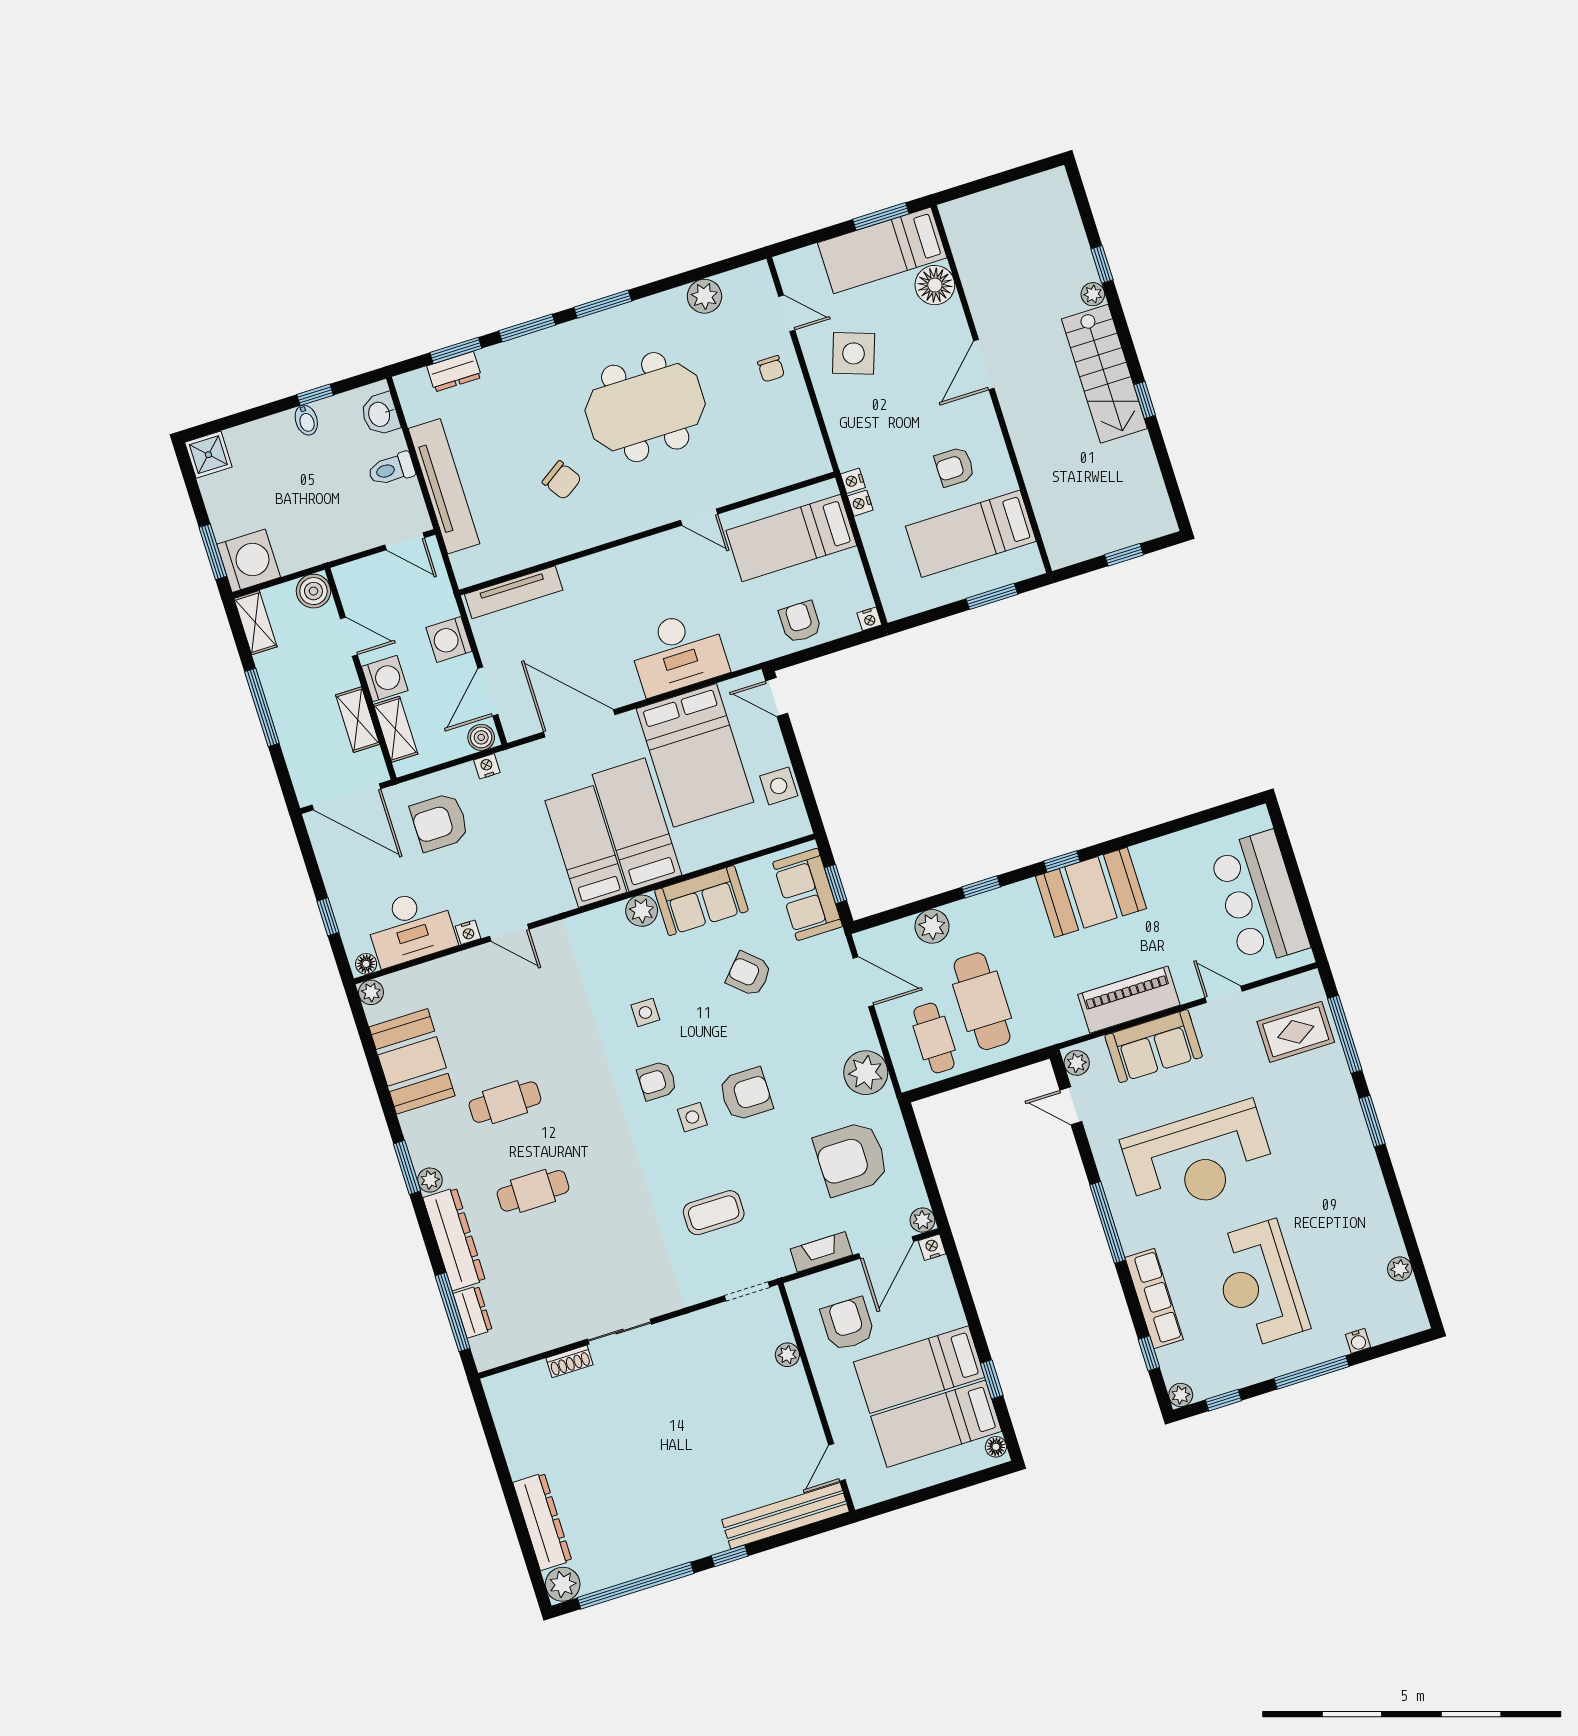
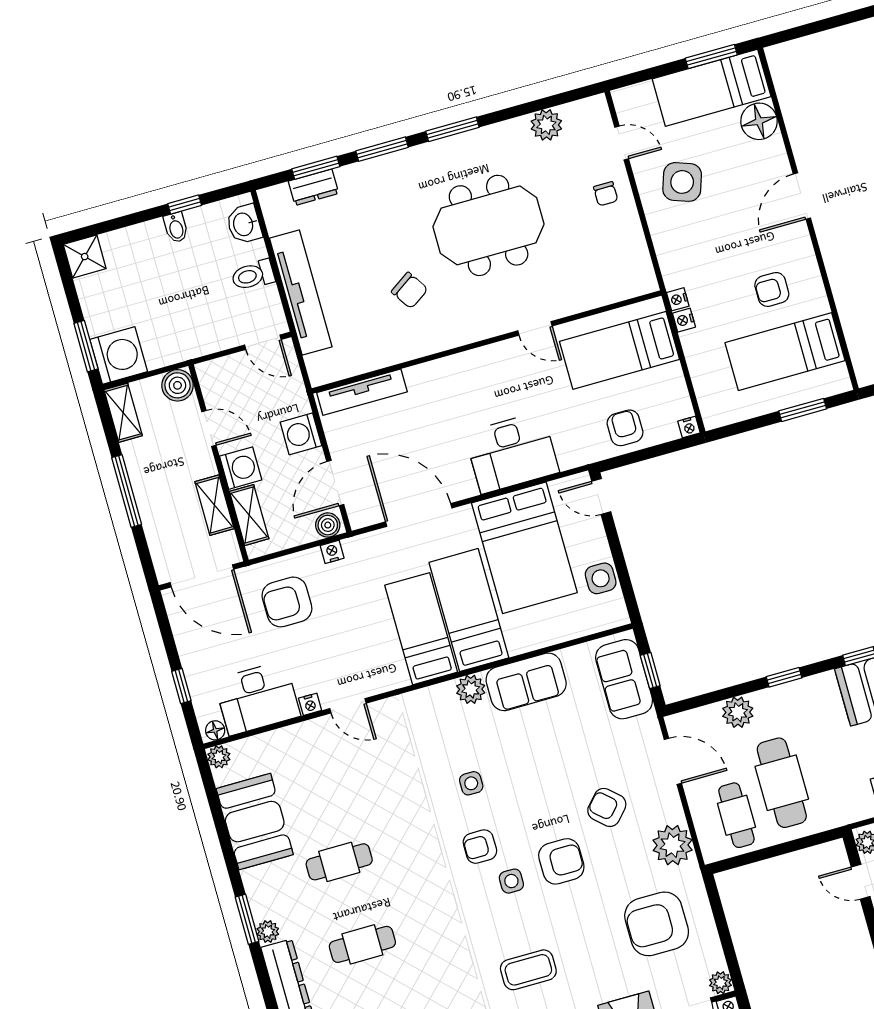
armchair: (749, 974) -> (607, 807), moved

